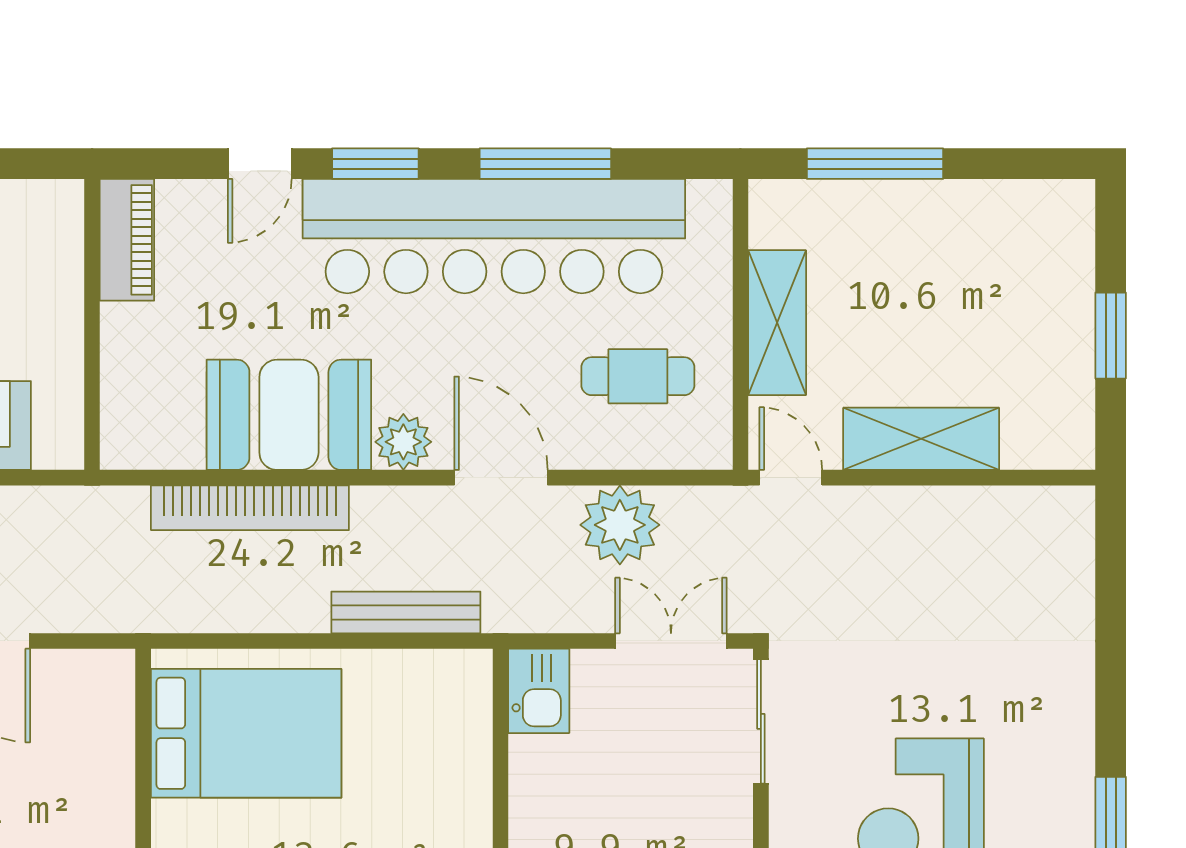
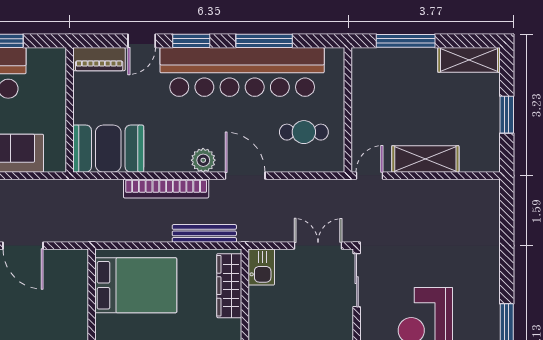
piano: (127, 240) -> (99, 59), moved, turned 90
shelving: (777, 323) -> (469, 60), moved, turned 90
booth: (289, 415) -> (108, 149), moved
door: (791, 478) -> (369, 176), hinge flipped
bookcase: (250, 508) -> (166, 189), moved
plant: (620, 525) -> (296, 196), removed
wardrobe: (464, 734) -> (229, 286), added

